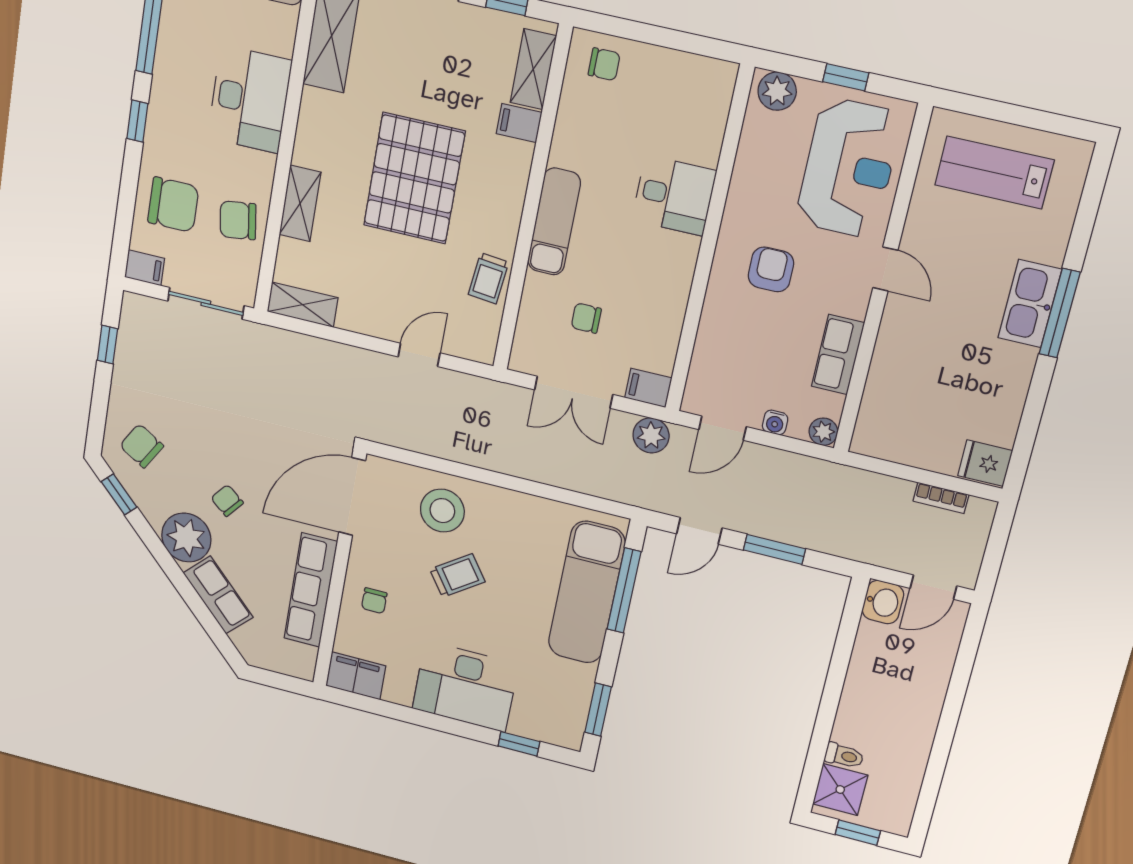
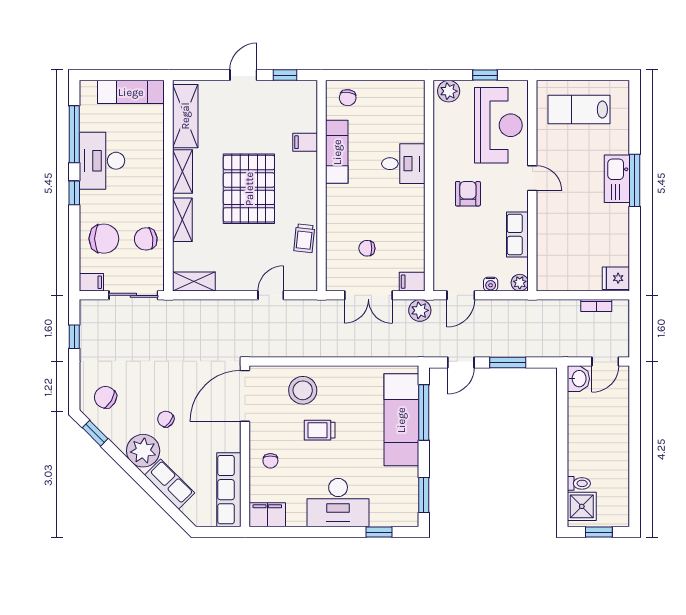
chair: (604, 64) -> (348, 98), turned 98
shelving: (533, 69) -> (182, 172), moved
desk: (250, 99) -> (102, 161), moved, turned 180
exam couch: (554, 222) -> (337, 152), moved
trolley: (457, 576) -> (320, 430), turned -145
row of seats: (311, 590) -> (229, 490), moved

